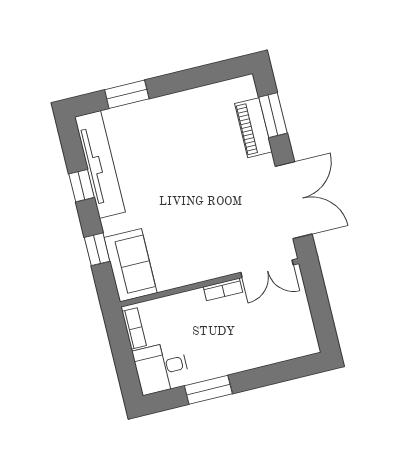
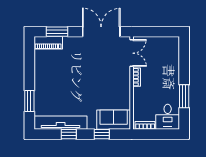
piano: (253, 128) -> (48, 43), moved

